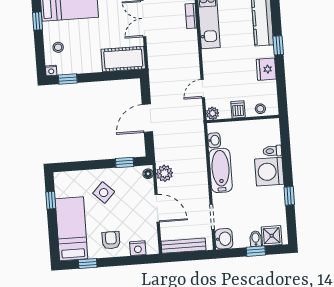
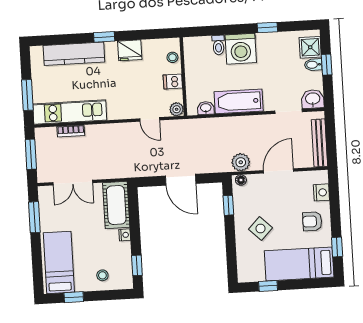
nightstand: (51, 71) -> (125, 235), moved

